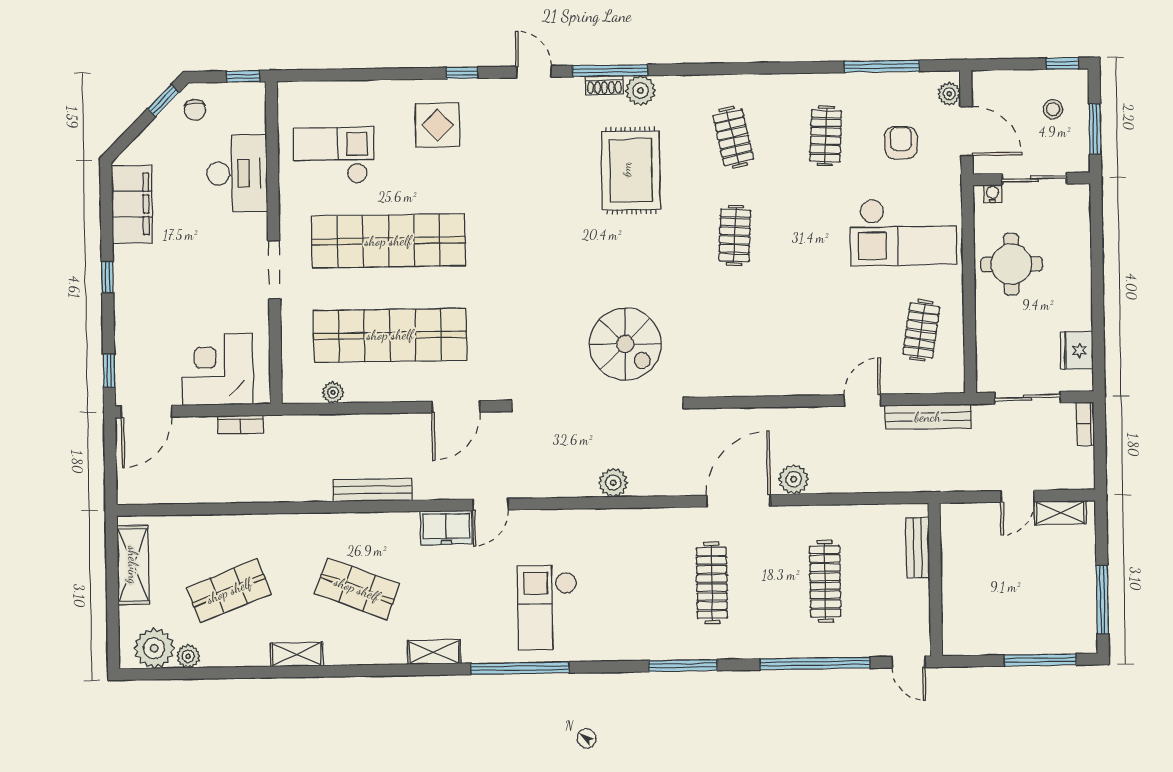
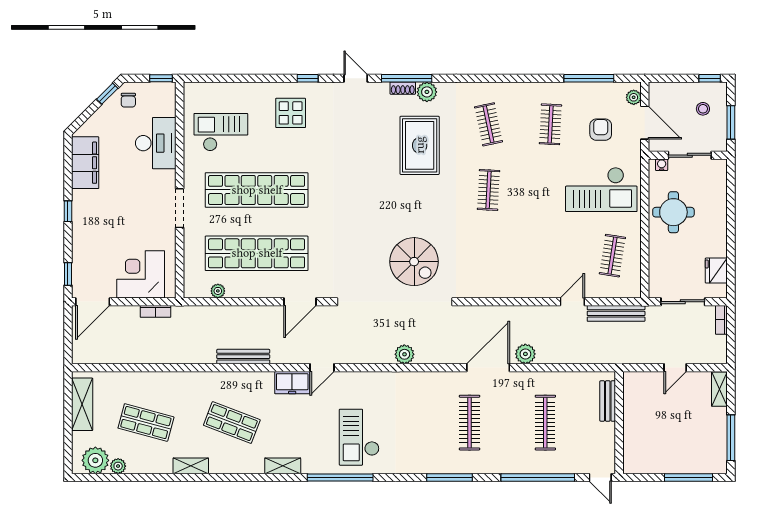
shelving: (1060, 513) -> (719, 389), moved, turned 90
shop shelf: (229, 591) -> (146, 423), turned 36

